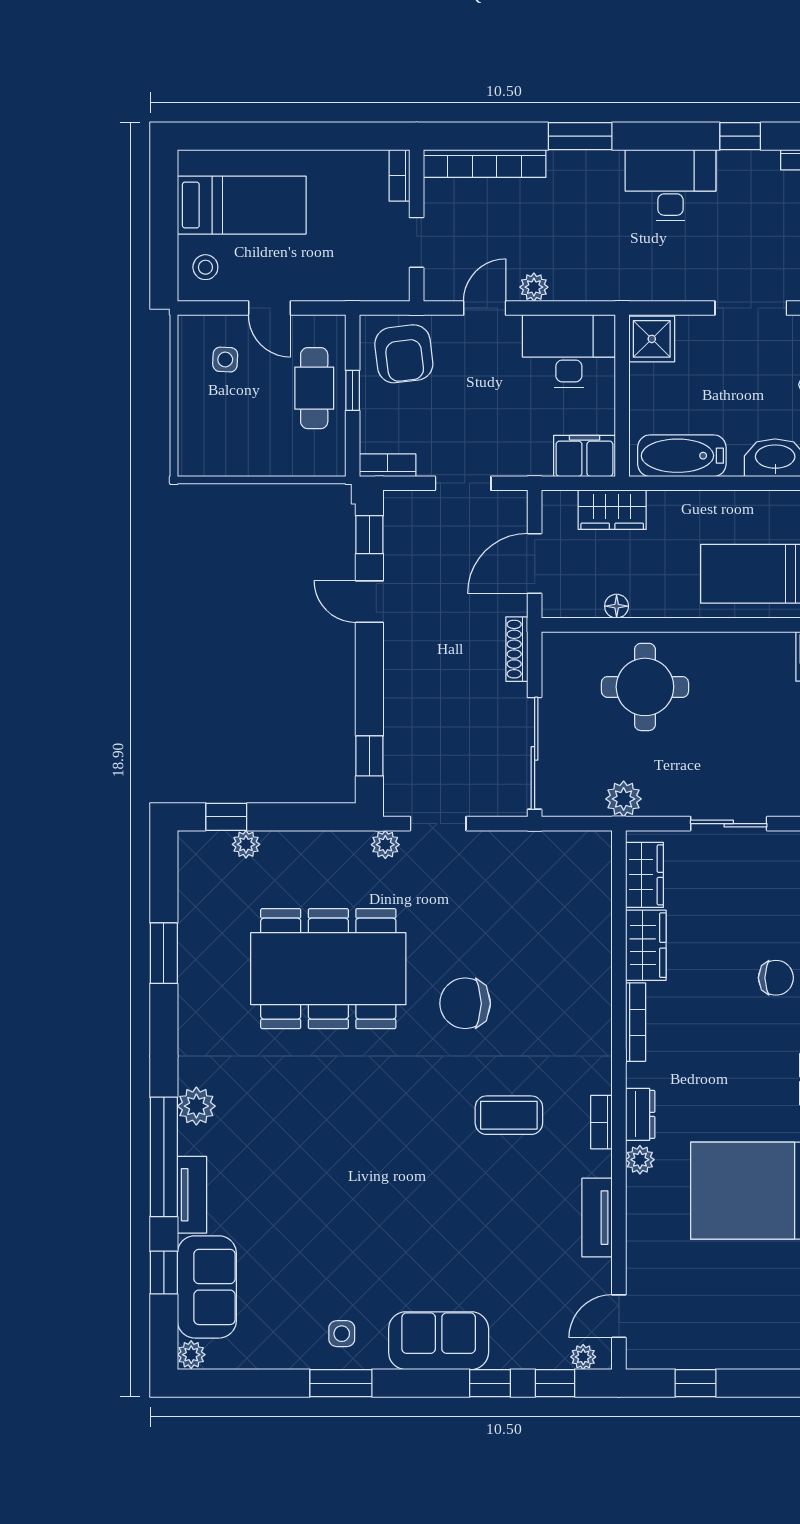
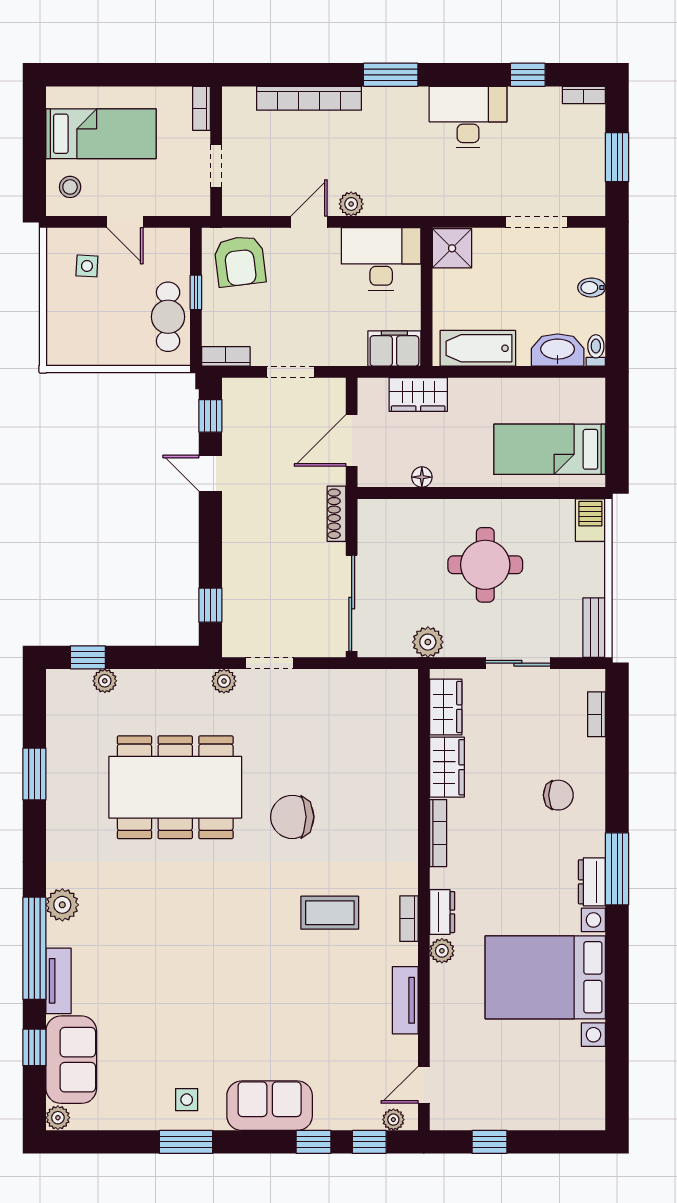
bookcase: (400, 175) -> (202, 108), moved
wall: (417, 225) -> (216, 151), moved
doorway: (417, 242) -> (216, 166), moved
cafe table: (314, 388) -> (168, 317), moved
round table: (645, 687) -> (485, 565), moved

